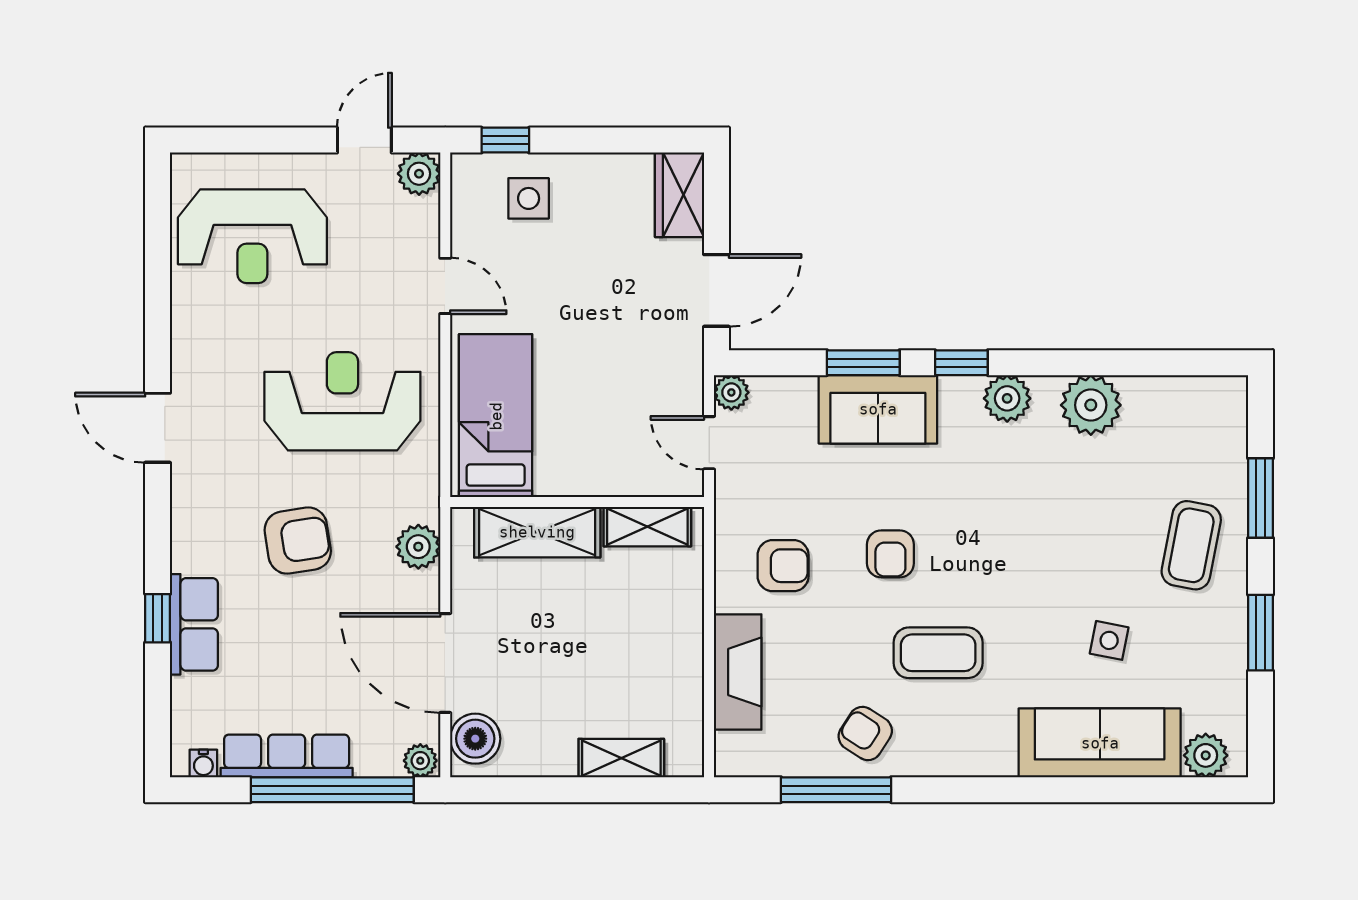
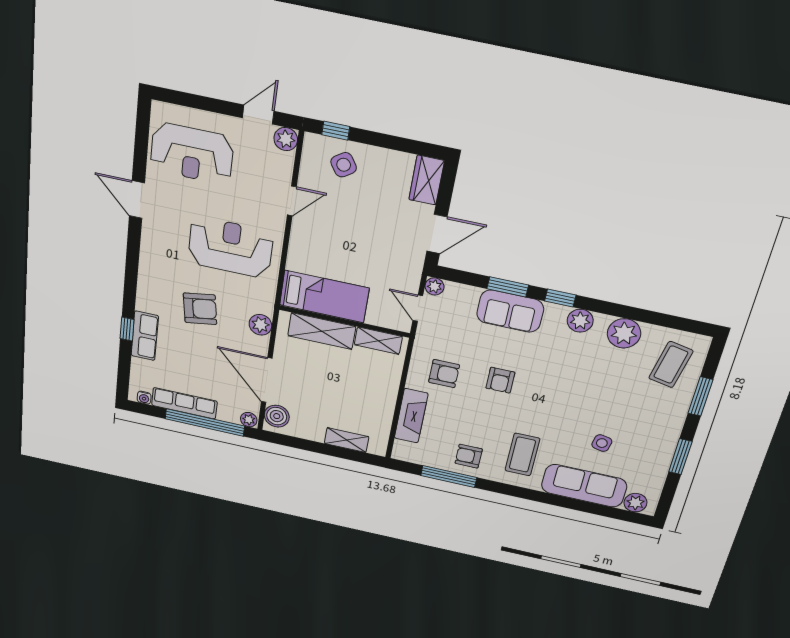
side table: (529, 198) -> (344, 165), turned -34
door: (445, 286) -> (292, 201), hinge flipped
bed: (496, 416) -> (324, 296), moved, turned 90
door: (158, 428) -> (137, 200), moved
coffee table: (1191, 545) -> (671, 365), moved
coffee table: (938, 653) -> (522, 455), moved, turned 90
armchair: (865, 734) -> (469, 456), turned -33

